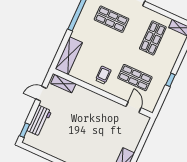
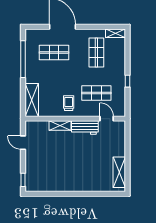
shelving: (63, 84) -> (60, 126), moved
door: (41, 94) -> (23, 143), hinge flipped
workbench: (39, 121) -> (85, 128), moved, turned 90

